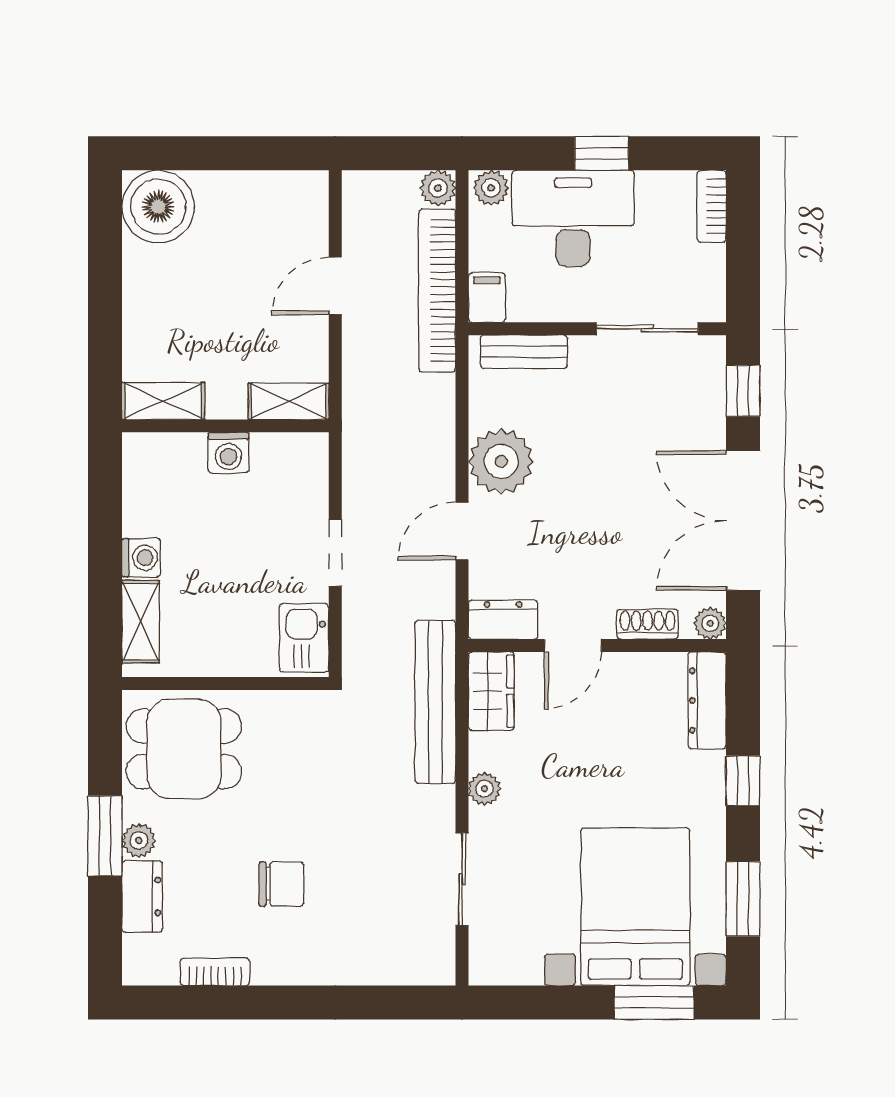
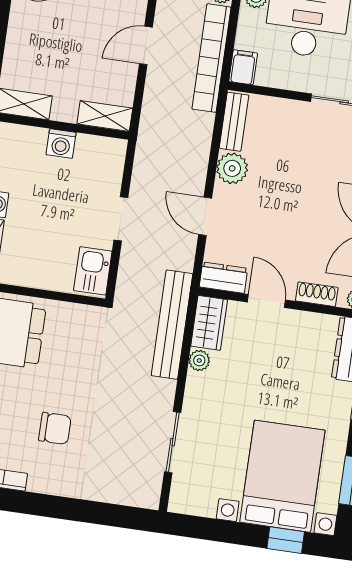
bench: (524, 352) -> (234, 122), moved, turned 90
plant: (501, 461) -> (232, 168), width x0.73, depth x0.73
door: (462, 531) -> (205, 216), hinge flipped
door: (573, 646) -> (266, 301), swing flipped
plant: (484, 789) -> (199, 360), moved
window: (654, 1003) -> (286, 540), width x0.67

